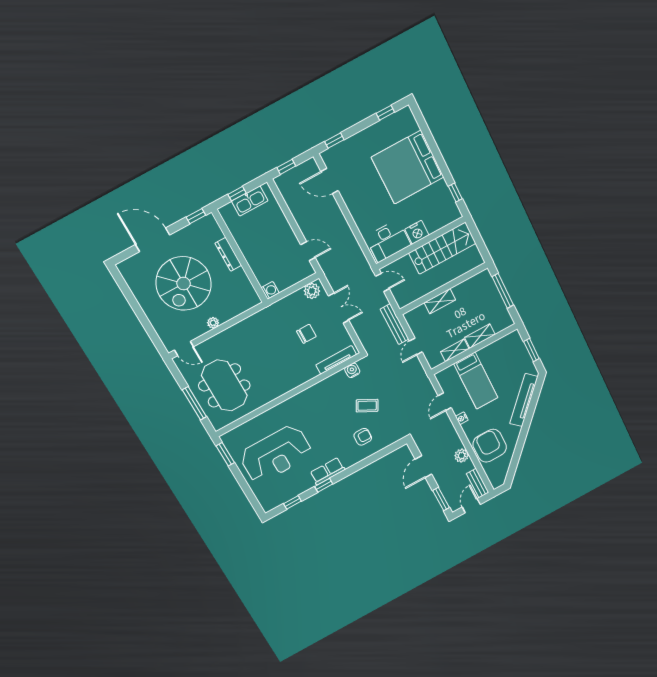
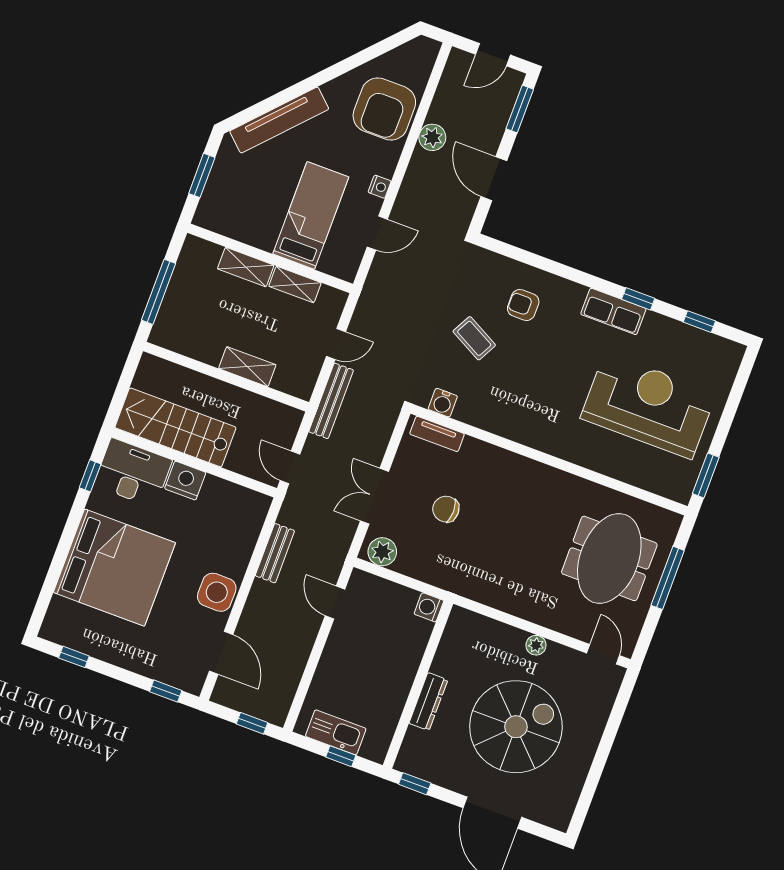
side table: (358, 203) -> (217, 592), added
desk: (388, 241) -> (133, 473), moved
tv unit: (336, 360) -> (437, 434), width x0.71
door: (423, 467) -> (494, 179), swing flipped
bench: (478, 483) -> (275, 553), moved

